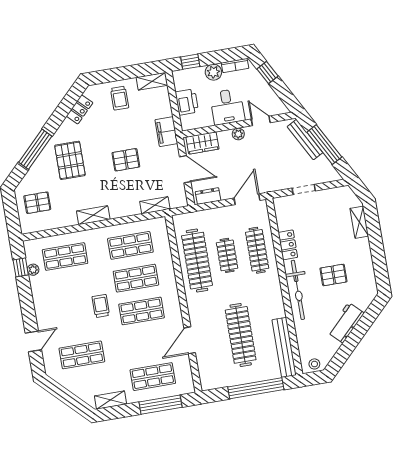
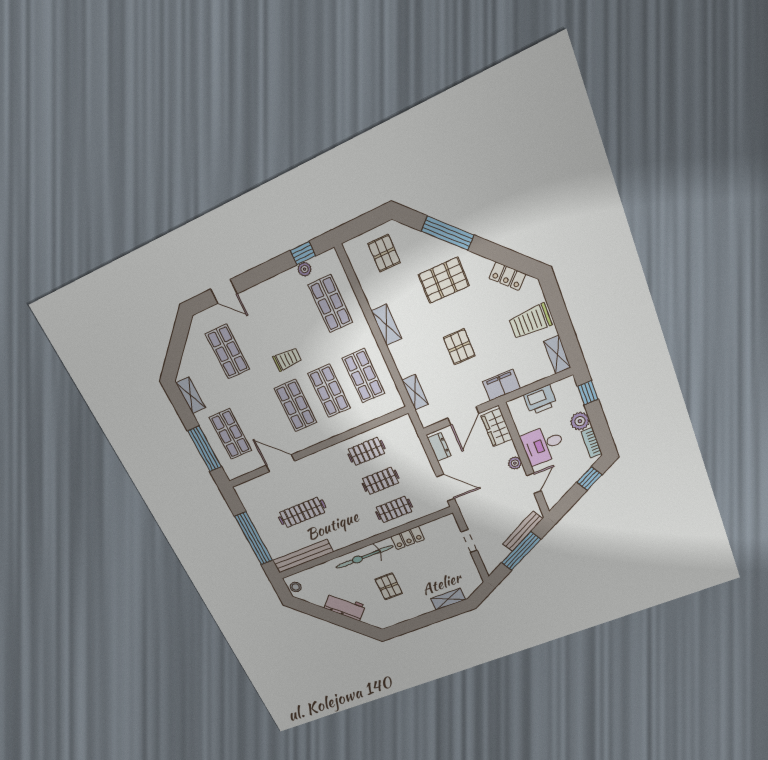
trolley: (120, 98) -> (530, 321), width x1.36, depth x1.39
clothes rail: (257, 250) -> (394, 509), width x0.73
clothes rail: (197, 261) -> (367, 451), width x0.54, depth x0.76
clothes rail: (241, 335) -> (302, 512), width x0.73, depth x0.76

